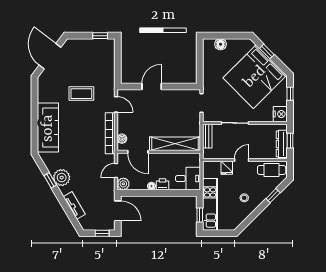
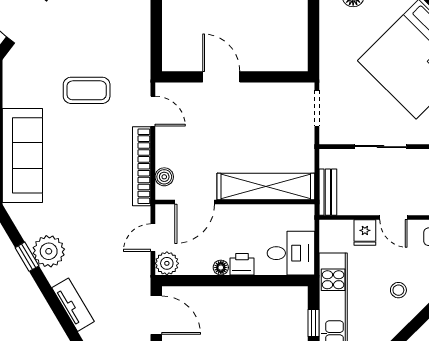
door: (152, 86) -> (221, 77), hinge flipped
bench: (207, 136) -> (328, 192), moved
door: (138, 152) -> (195, 202), hinge flipped
door: (242, 160) -> (393, 217), swing flipped

